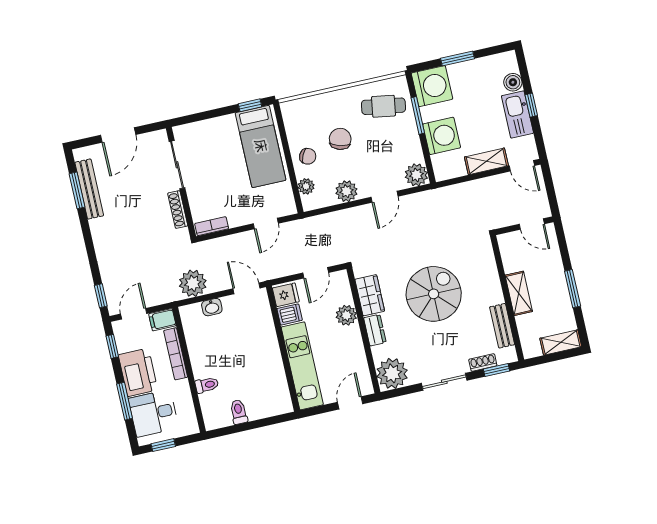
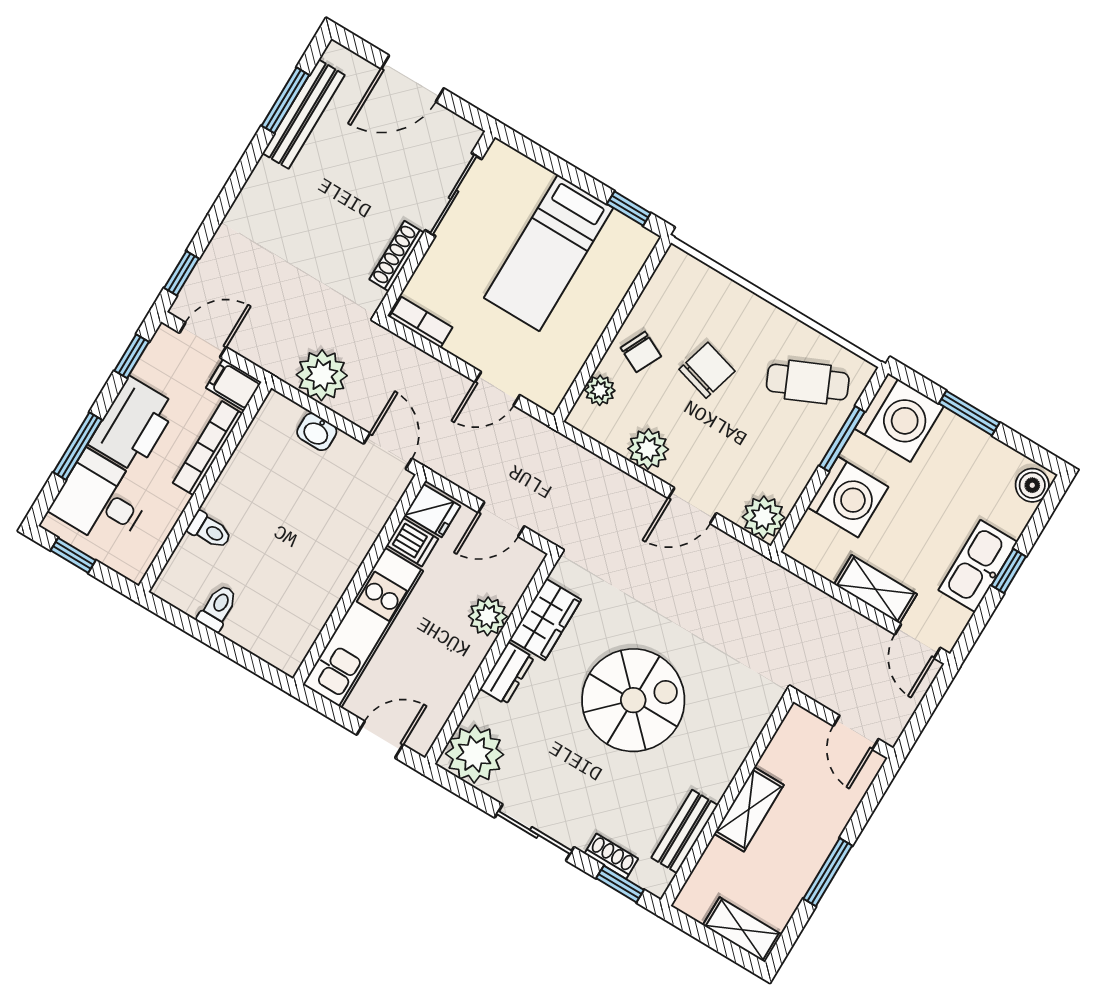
boiler: (513, 82) -> (1032, 485), moved
cafe table: (383, 106) -> (808, 382), turned -33
bed: (261, 146) -> (549, 253), moved

